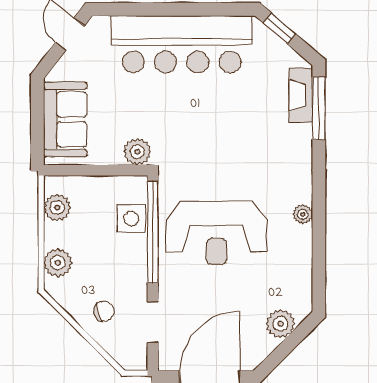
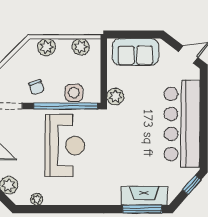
fireplace: (301, 95) -> (144, 196), width x1.37, depth x1.32
plant: (303, 214) -> (37, 199), moved
reception desk: (216, 233) -> (65, 146), turned 180
chair: (104, 311) -> (36, 87), moved

